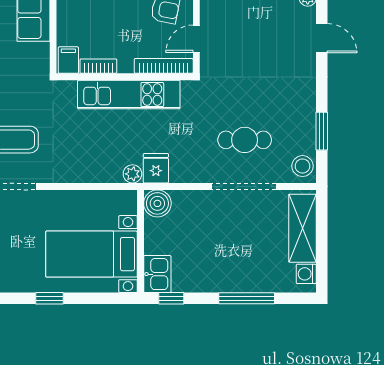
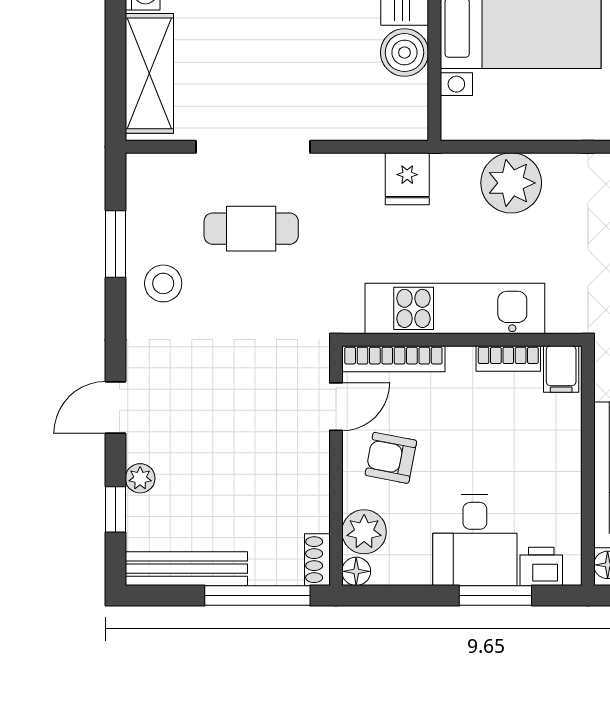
door: (322, 38) -> (116, 408), hinge flipped
stool: (303, 166) -> (163, 283), moved
plant: (132, 174) -> (511, 183), moved, width x1.88, depth x1.88
boiler: (157, 203) -> (405, 53), moved

